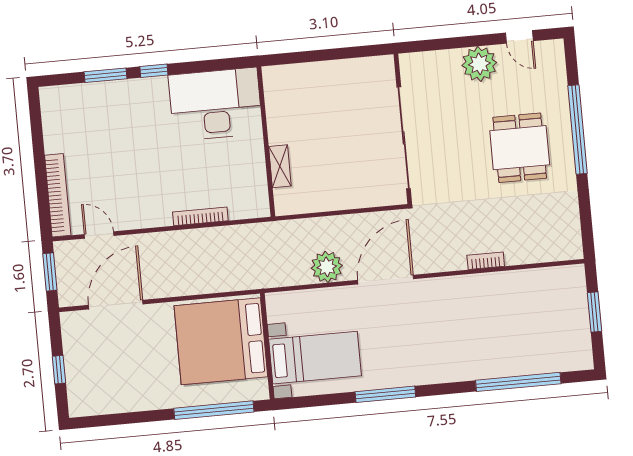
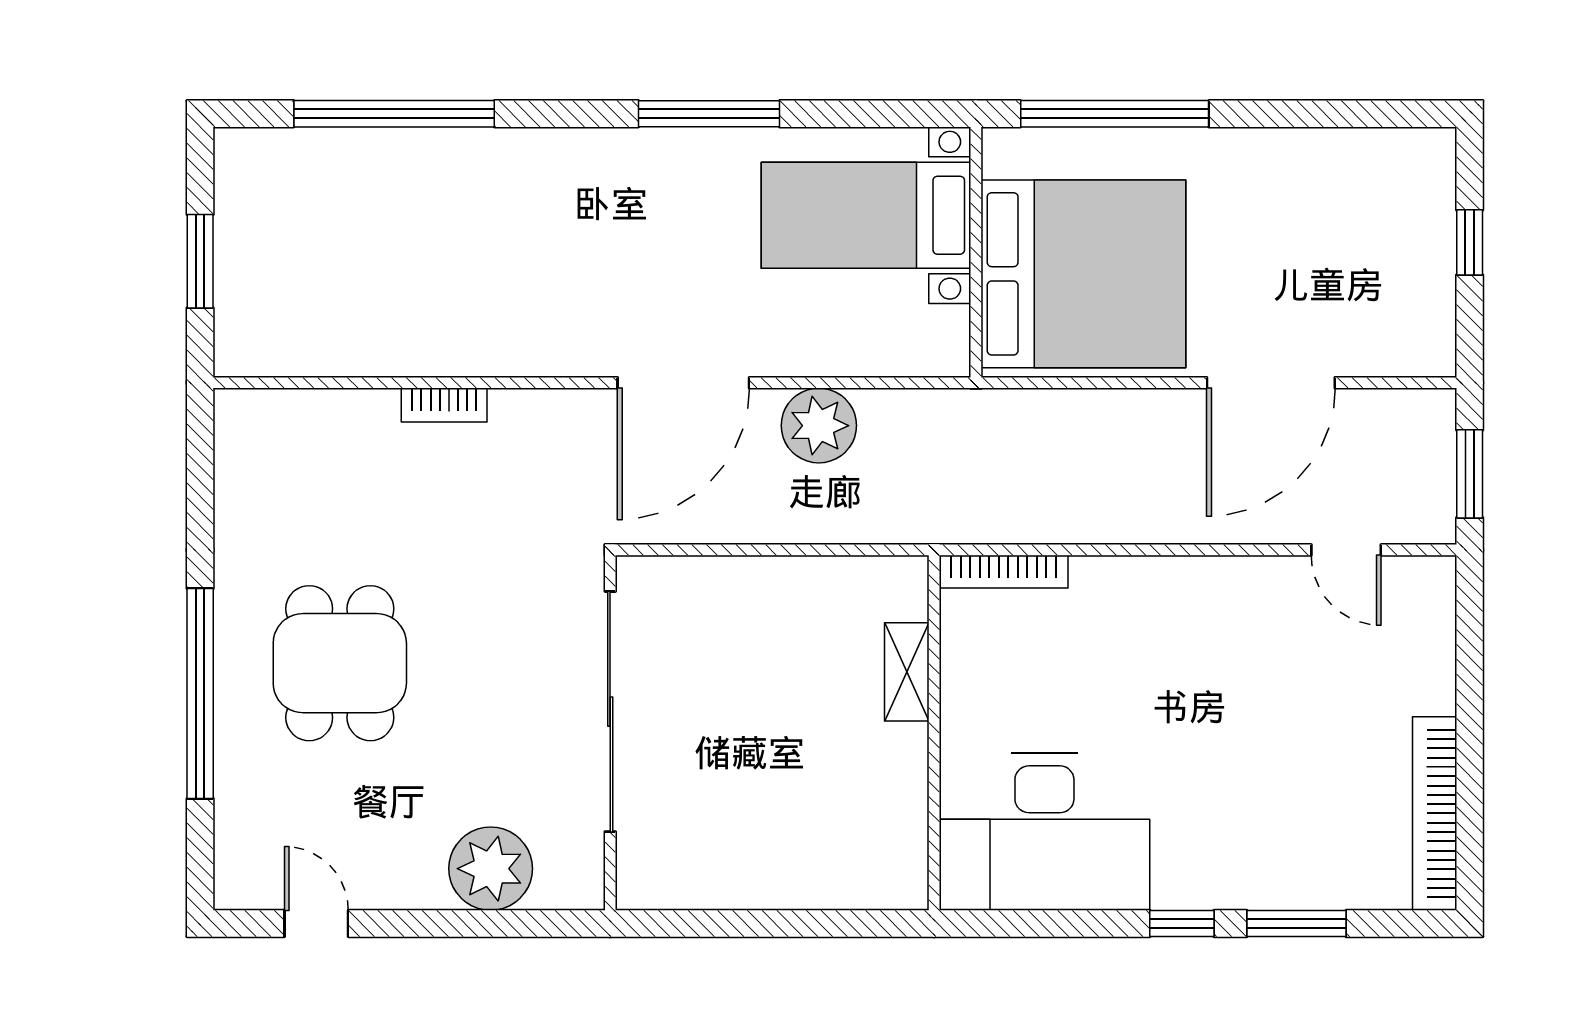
plant: (479, 64) -> (491, 869), moved
bookcase: (58, 195) -> (1435, 813), moved
bookcase: (200, 216) -> (1004, 572), moved
door: (116, 305) -> (1271, 383), moved

